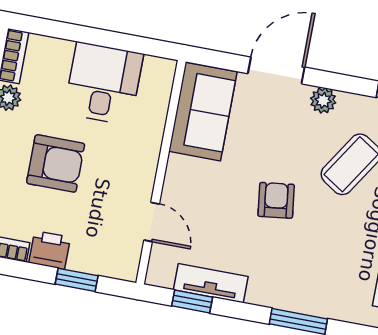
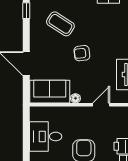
plant: (323, 100) -> (35, 41), removed
floor lamp: (177, 167) -> (75, 98), added

